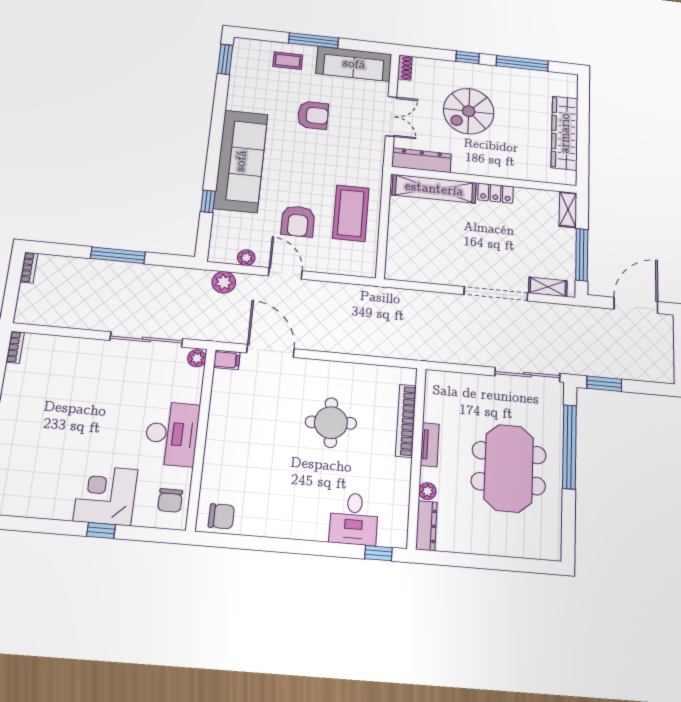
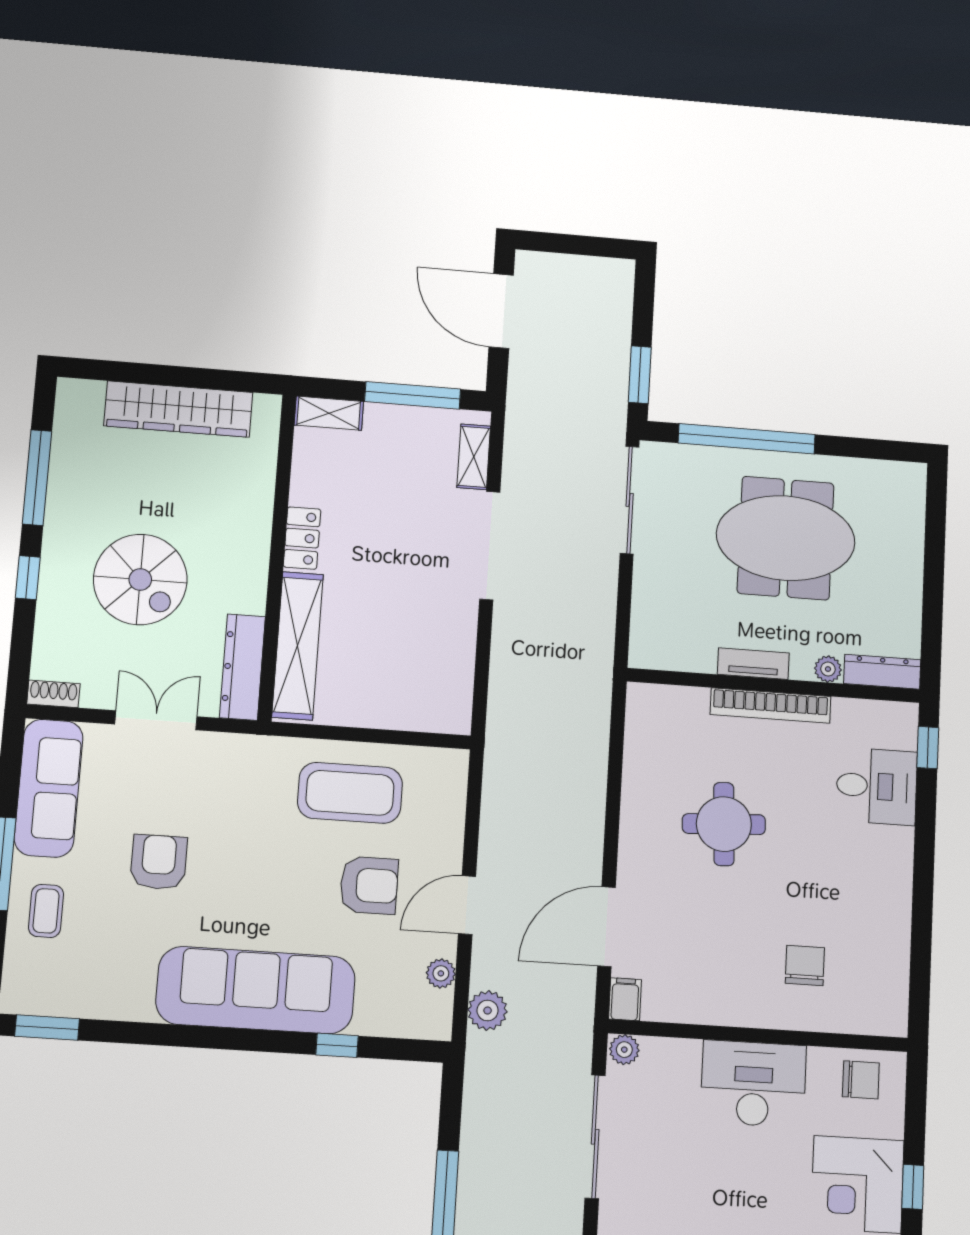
bookcase: (406, 421) -> (771, 706), moved
chair: (221, 516) -> (805, 965), moved

